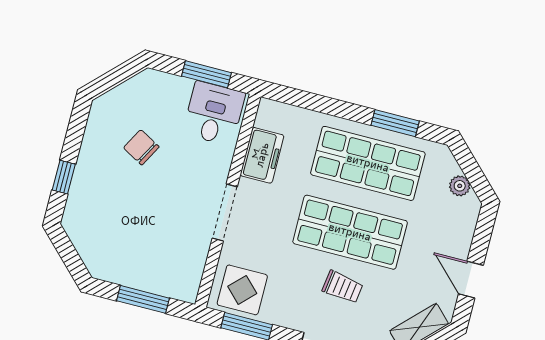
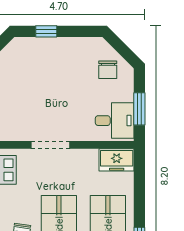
chair: (141, 147) -> (108, 70), moved, turned 151
freezer: (262, 155) -> (117, 160), moved

